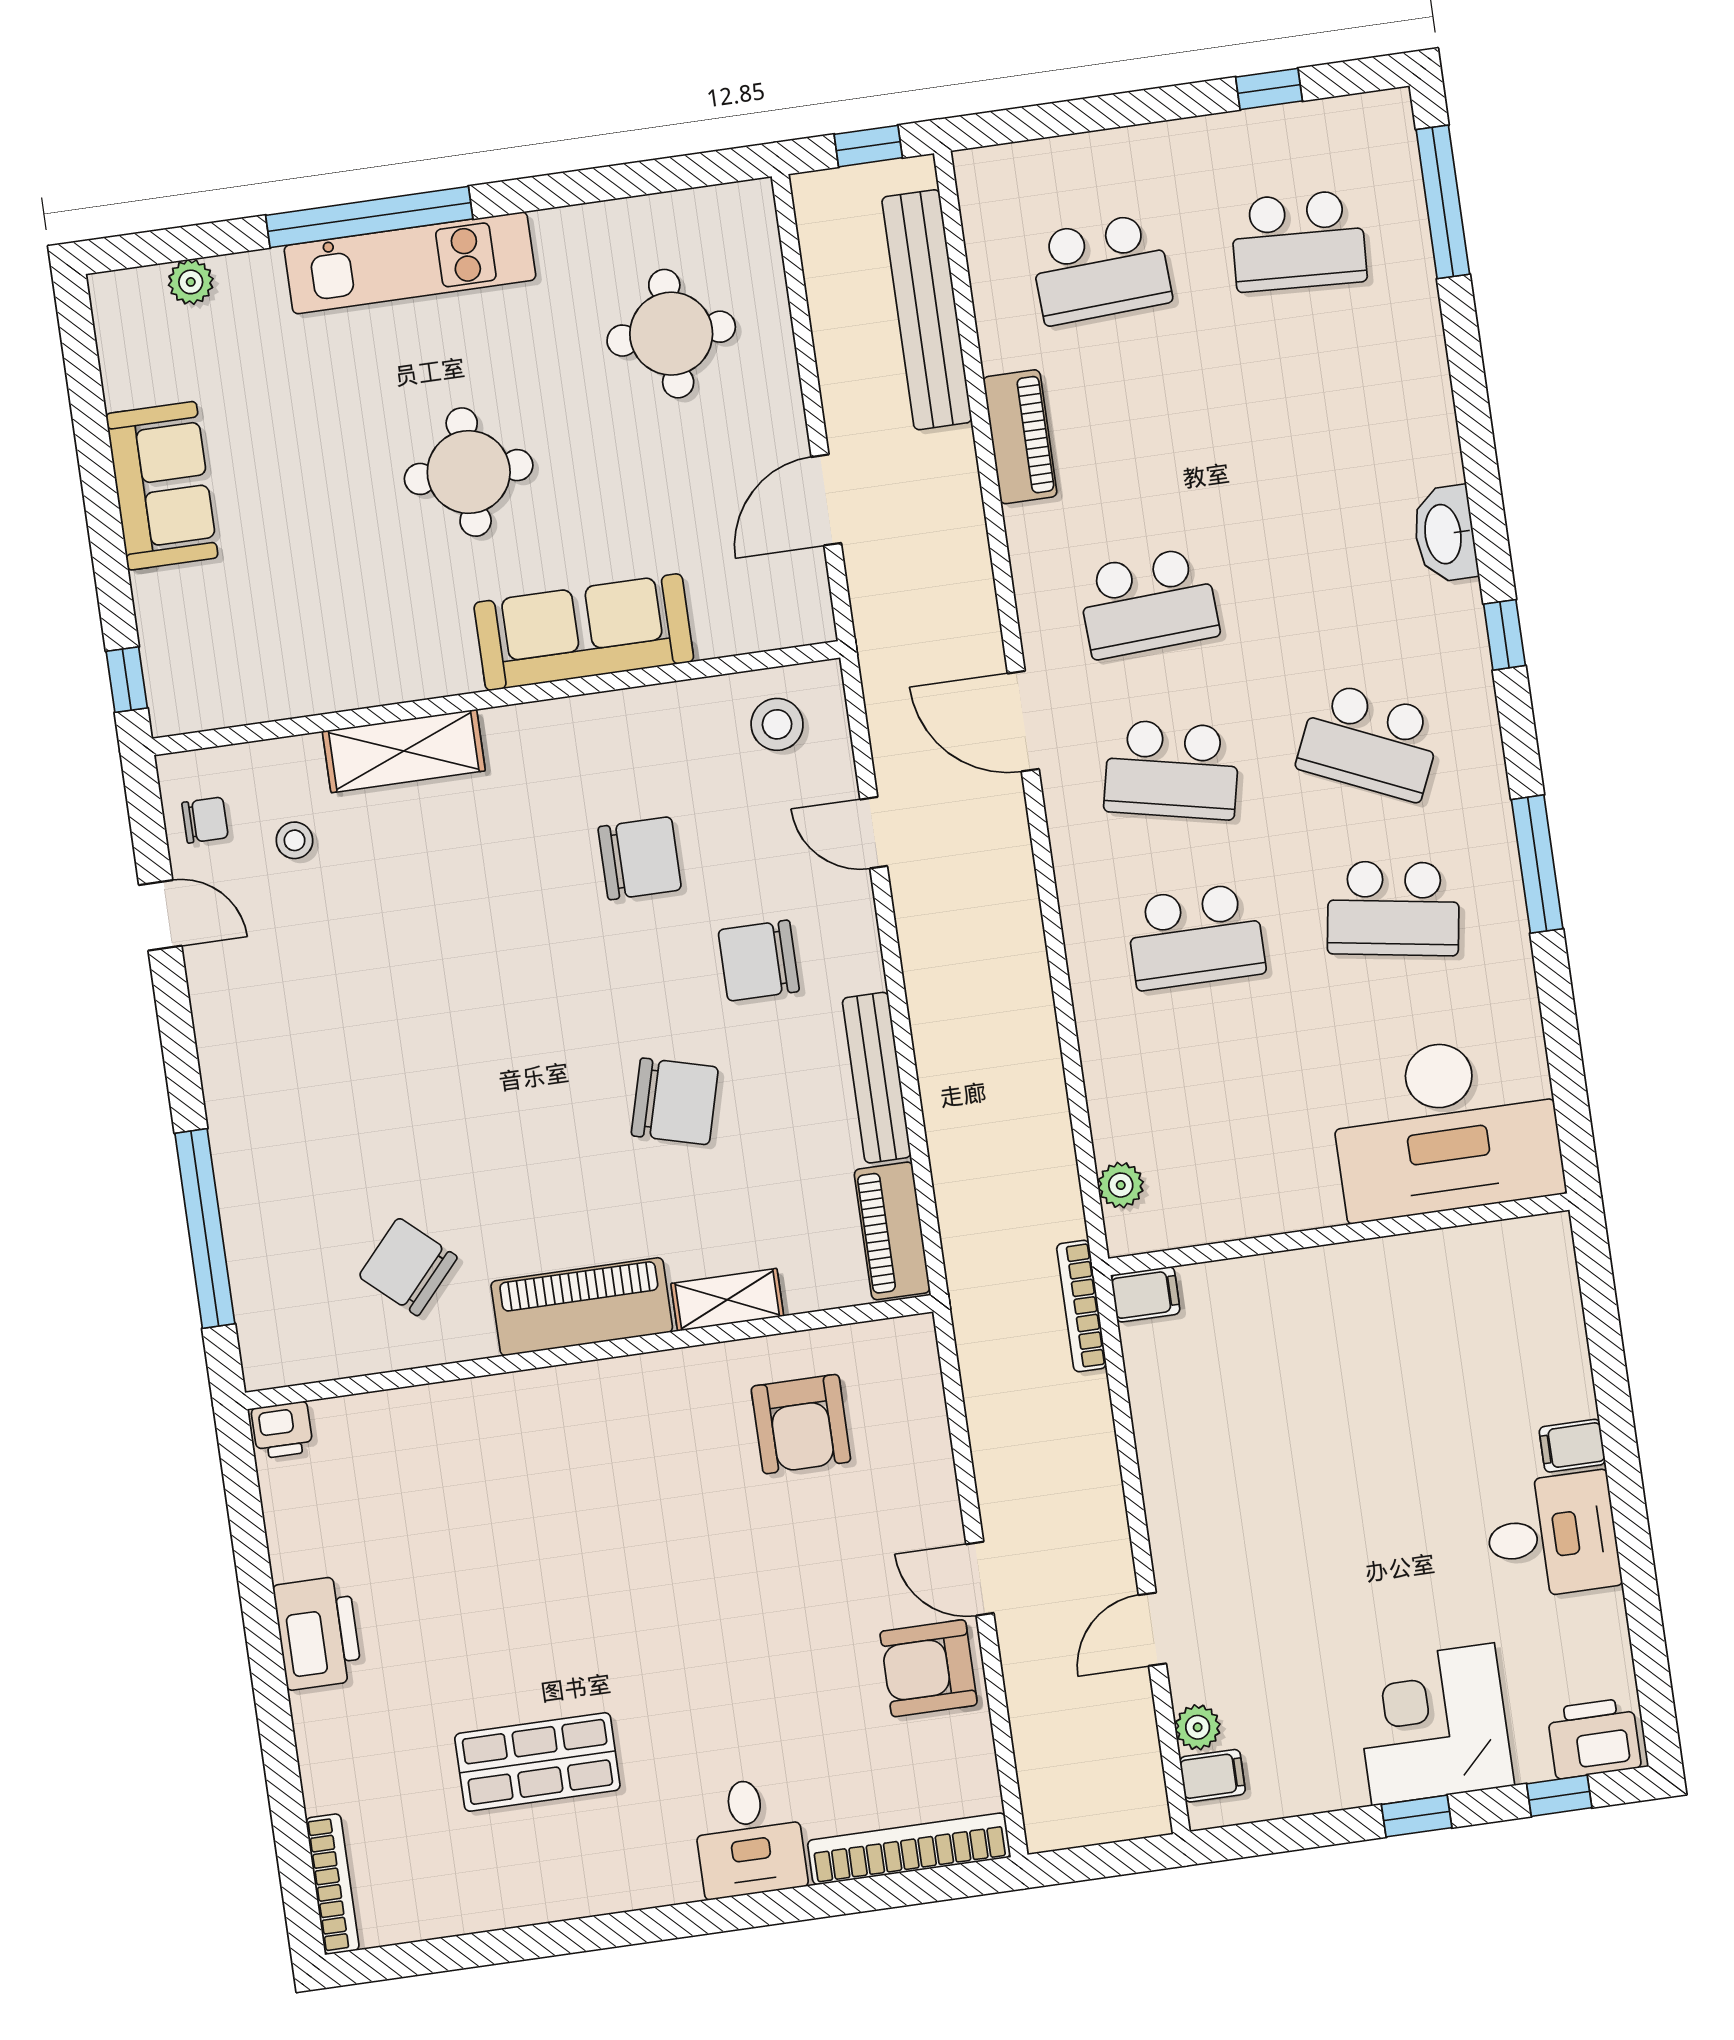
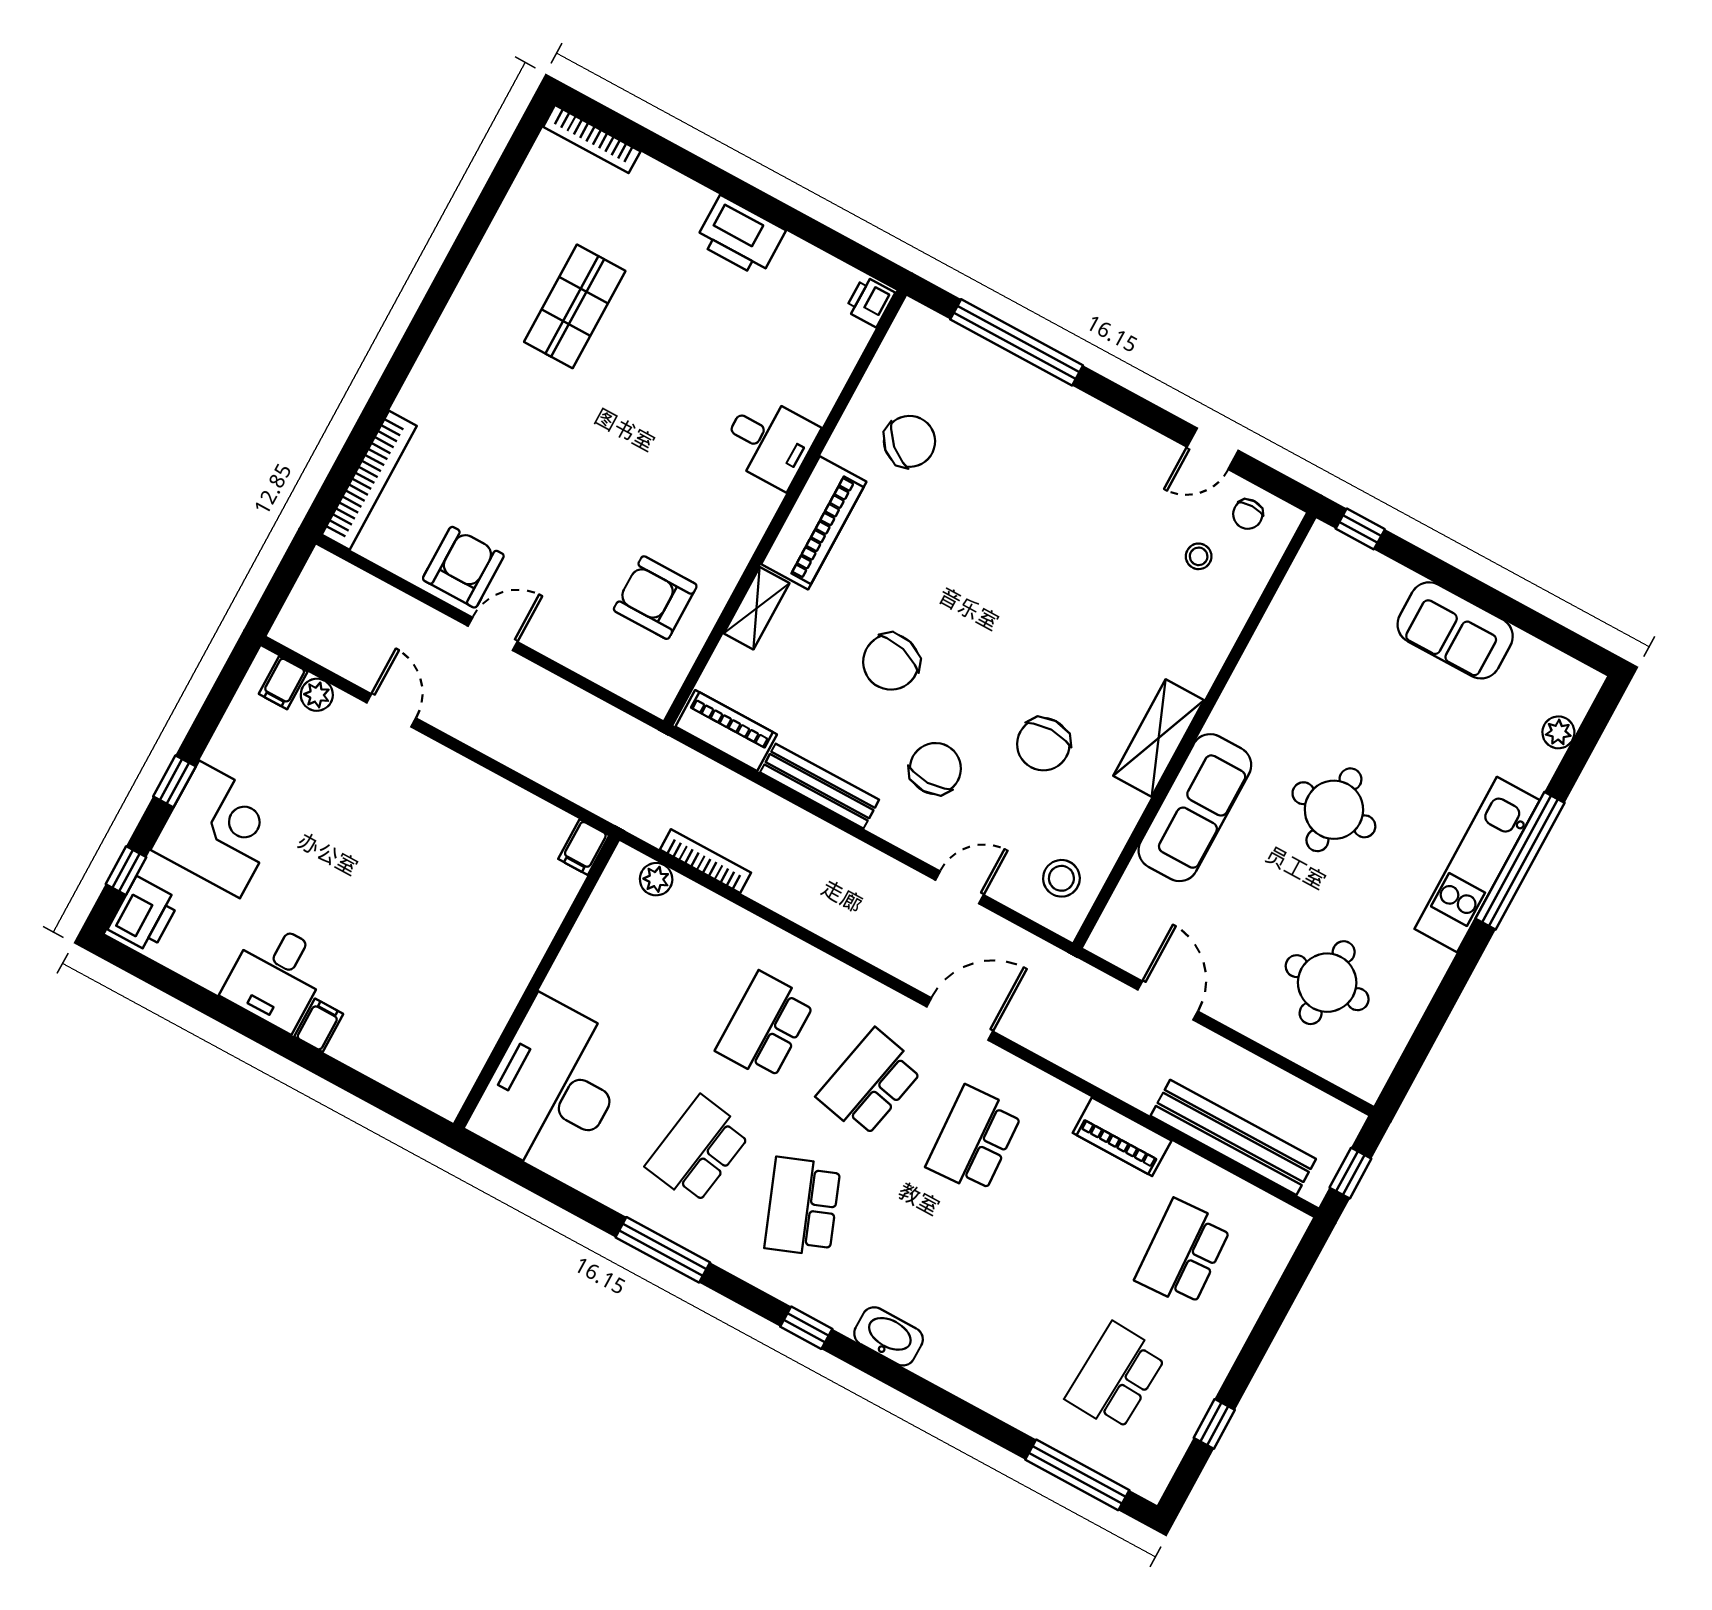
school desk: (1370, 742) -> (802, 1207), turned -45
shelving: (404, 751) -> (1159, 738), moved
bookcase: (1081, 1306) -> (706, 861), moved
desk: (749, 1838) -> (769, 441), moved, turned 180

